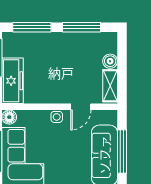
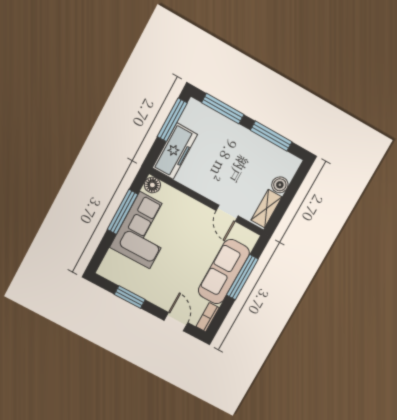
door: (81, 107) -> (227, 213), hinge flipped
side table: (57, 117) -> (199, 210), removed

